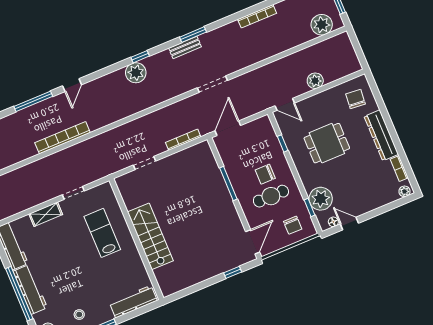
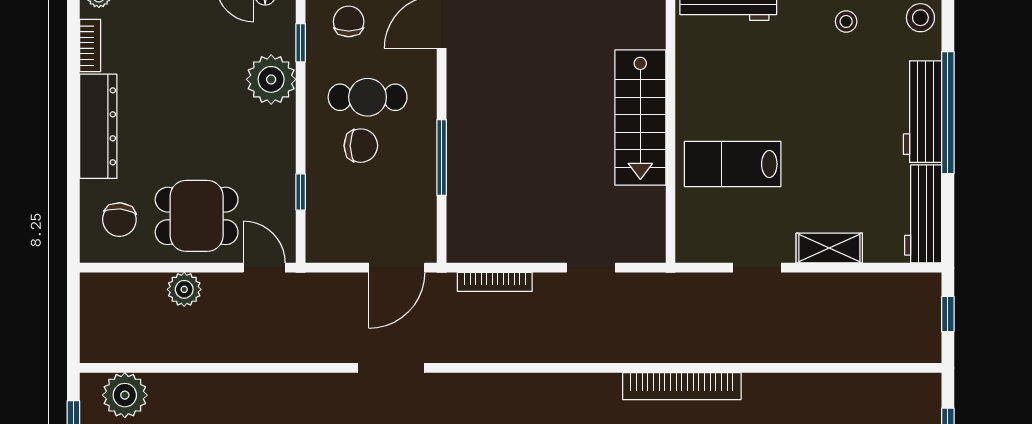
bookcase: (63, 138) -> (682, 386), moved
dining table: (327, 143) -> (197, 216), moved
plant: (321, 199) -> (271, 79), moved
lab bench: (102, 233) -> (733, 164), turned 90

